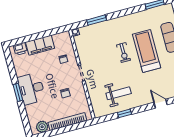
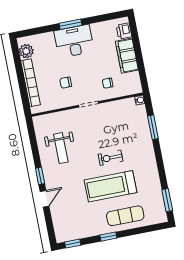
treadmill: (147, 51) -> (110, 186), turned 180
window: (124, 113) -> (40, 176), moved

